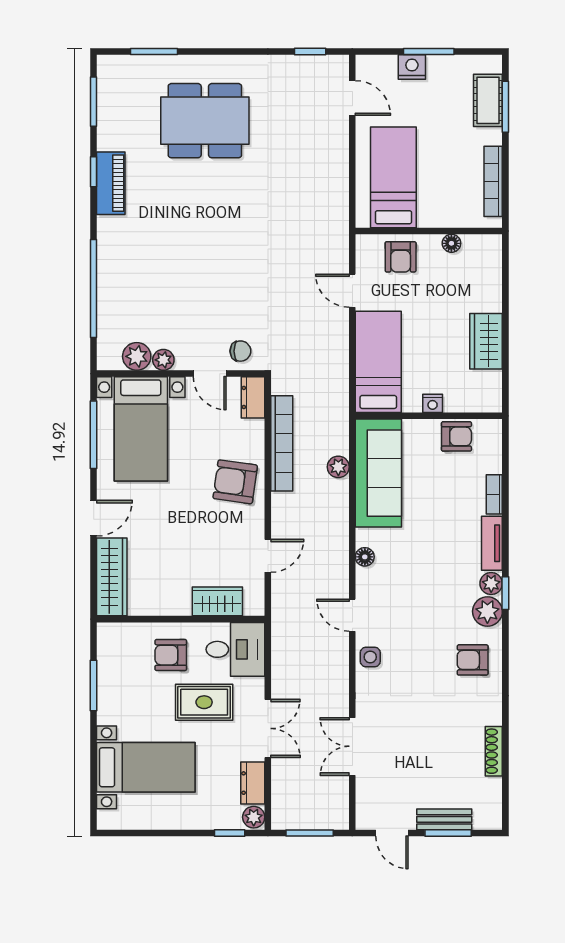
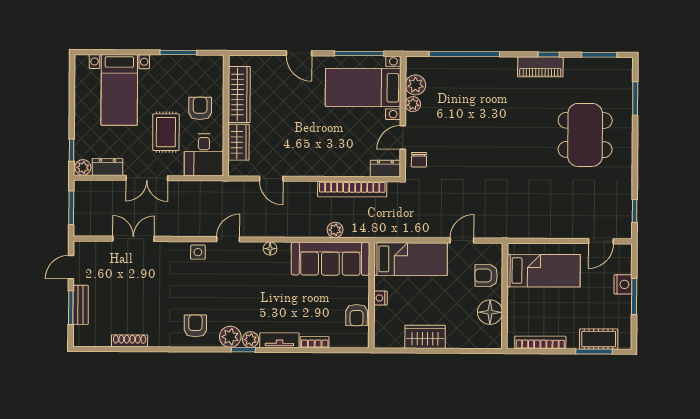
floor lamp: (451, 243) -> (490, 312), width x1.89, depth x1.89
armchair: (235, 482) -> (325, 155), removed
wardrobe: (112, 577) -> (239, 94), moved, turned -90

